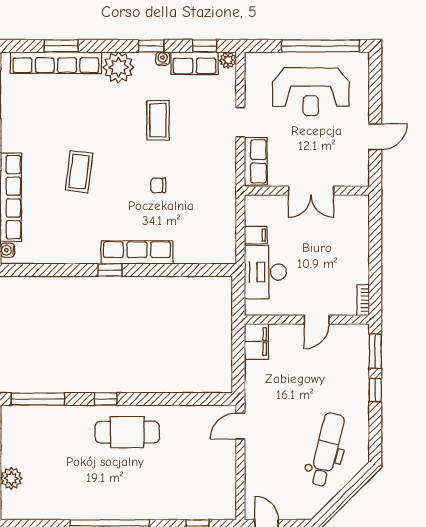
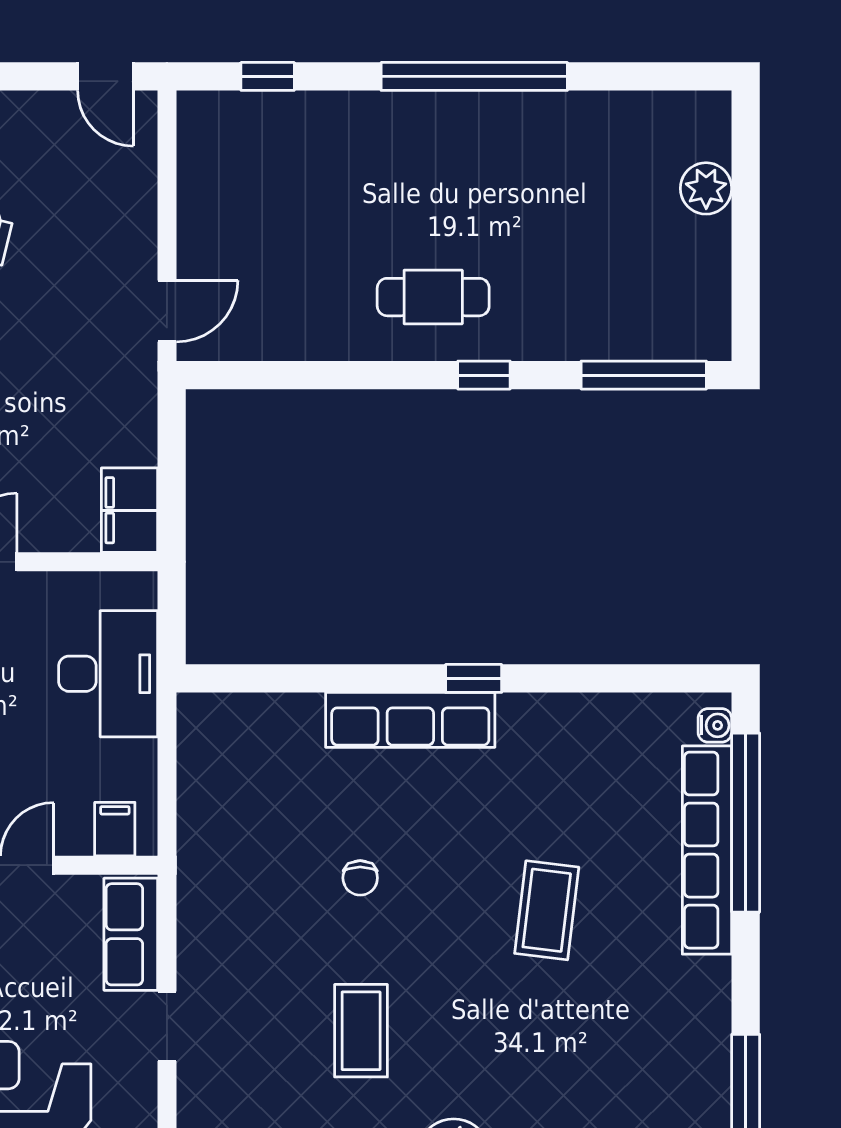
chair: (158, 185) -> (360, 878), turned 90
filing cabinet: (256, 235) -> (115, 829), moved, turned 90
cafe table: (127, 432) -> (433, 297), width x0.73, depth x0.74

